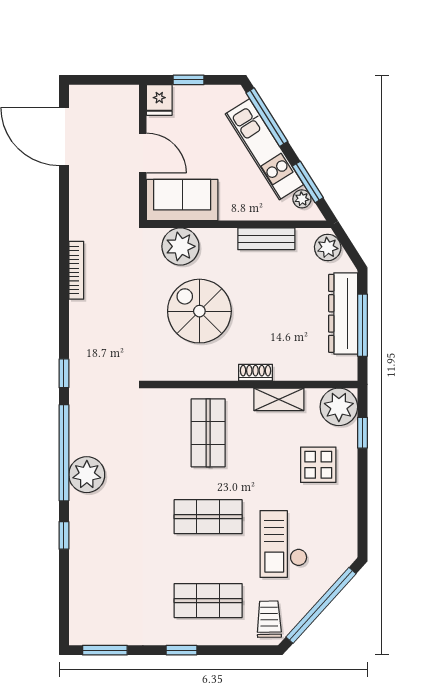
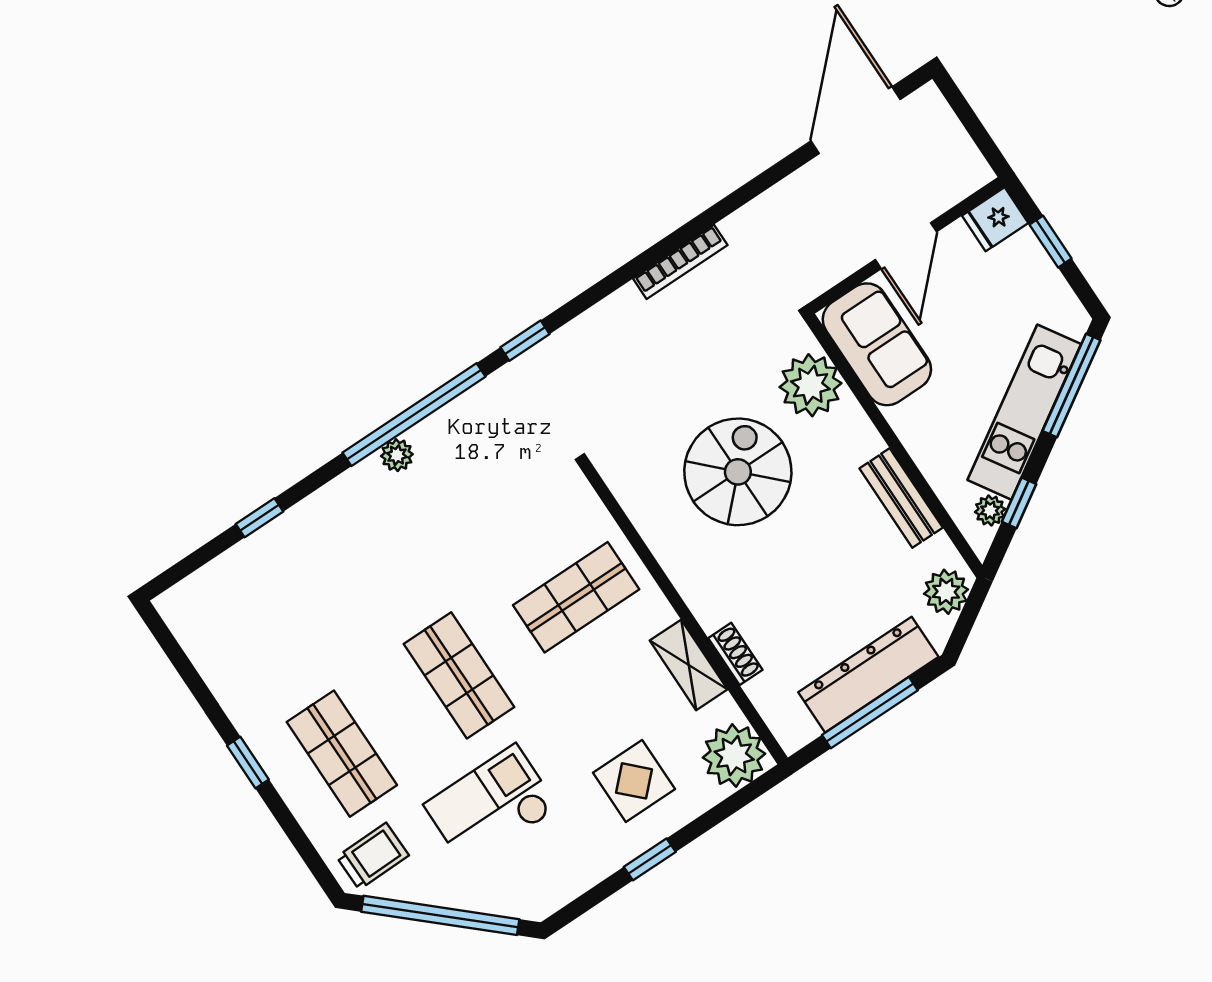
window: (308, 182) -> (1019, 503), width x0.67
shoe rack: (256, 373) -> (735, 654), moved
window: (362, 433) -> (650, 859), moved
plant: (87, 475) -> (397, 455), width x0.53, depth x0.53
window: (64, 535) -> (260, 518), moved
window: (105, 650) -> (177, 656), removed

